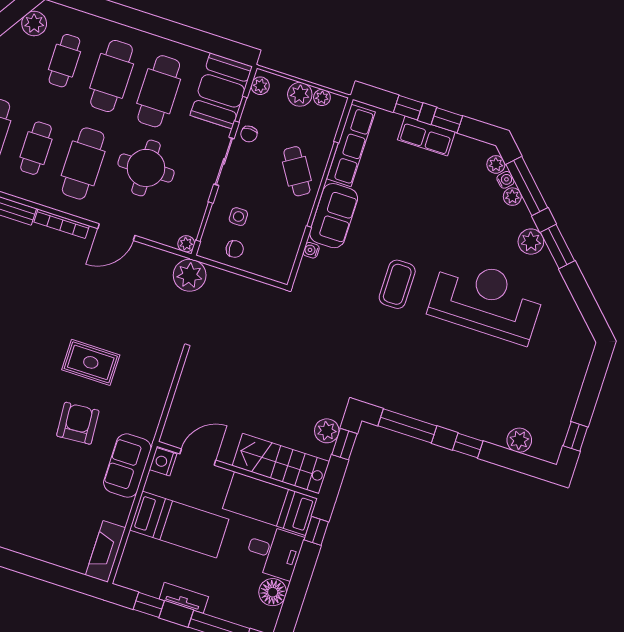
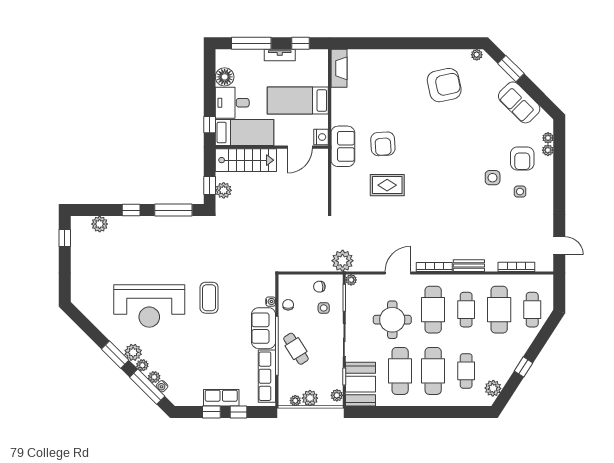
chair: (249, 134) -> (288, 305), moved
plant: (496, 164) -> (142, 365), moved
sofa: (127, 466) -> (343, 146), moved

